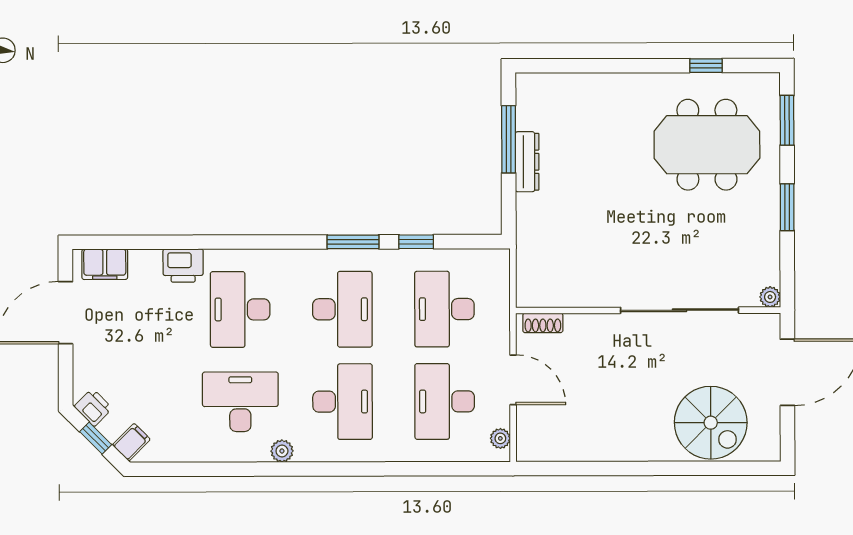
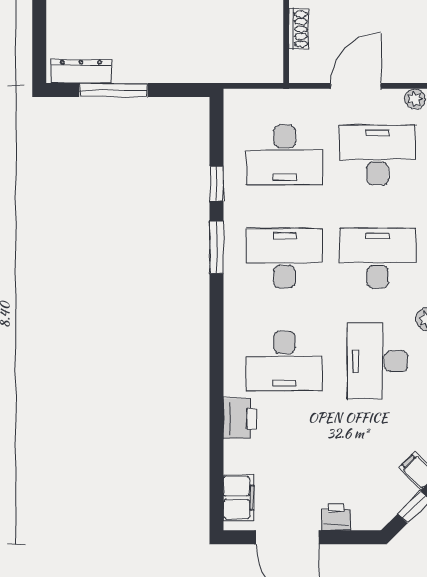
dresser: (527, 162) -> (81, 71), moved
shoe rack: (543, 323) -> (299, 29), moved
desk: (445, 401) -> (378, 155), turned 180
printer: (93, 407) -> (336, 517), moved, turned 45

